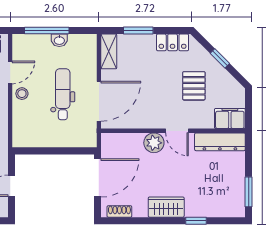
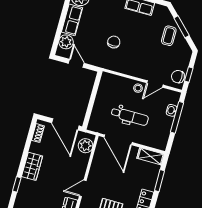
washbasin: (59, 40) -> (172, 110), moved
door: (10, 72) -> (155, 84), hinge flipped
plant: (154, 143) -> (86, 146), moved

